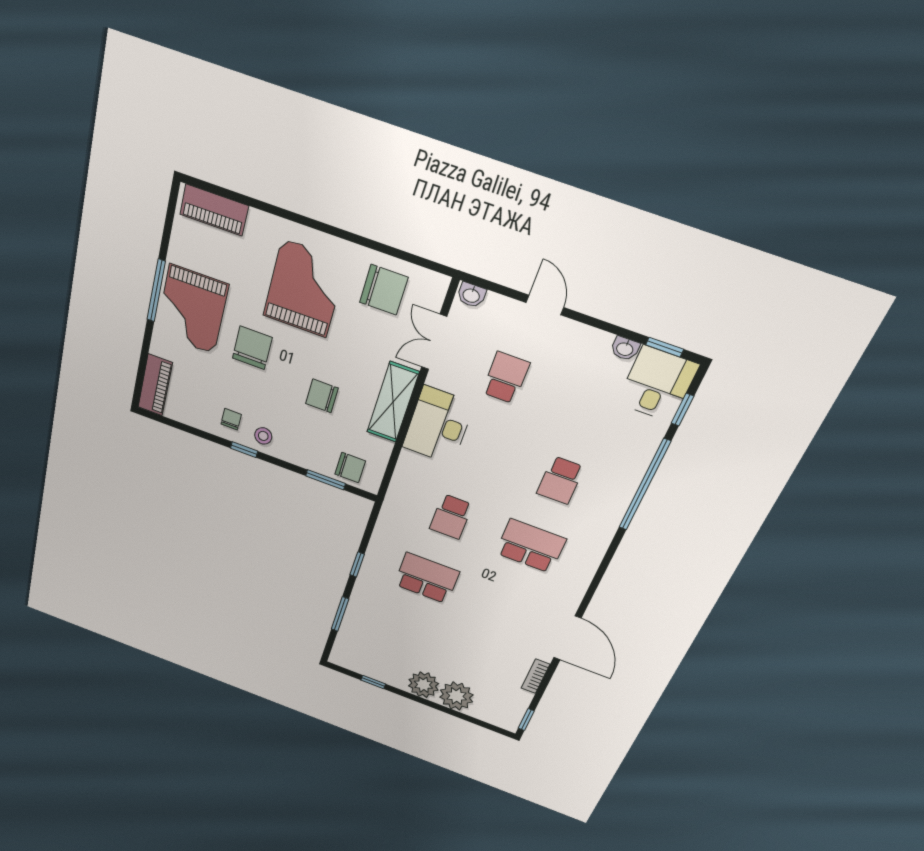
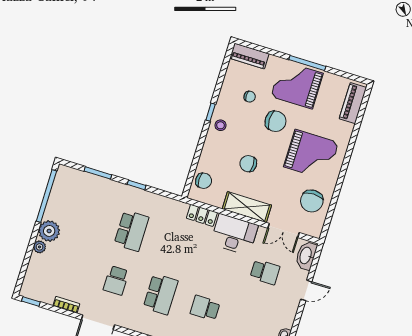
washbasin: (471, 295) -> (306, 256), width x1.91, depth x1.45
double door: (434, 342) -> (284, 230), swing flipped
chair: (322, 396) -> (248, 164), turned -90
chair: (231, 419) -> (250, 97), moved
chair: (350, 468) -> (204, 181), turned -90
locker: (405, 474) -> (202, 215), added
window: (326, 480) -> (194, 165), removed
school desk: (451, 517) -> (116, 280), moved, turned -90
window: (373, 682) -> (46, 196), width x3.17
plant: (456, 696) -> (40, 247), width x0.53, depth x0.53

